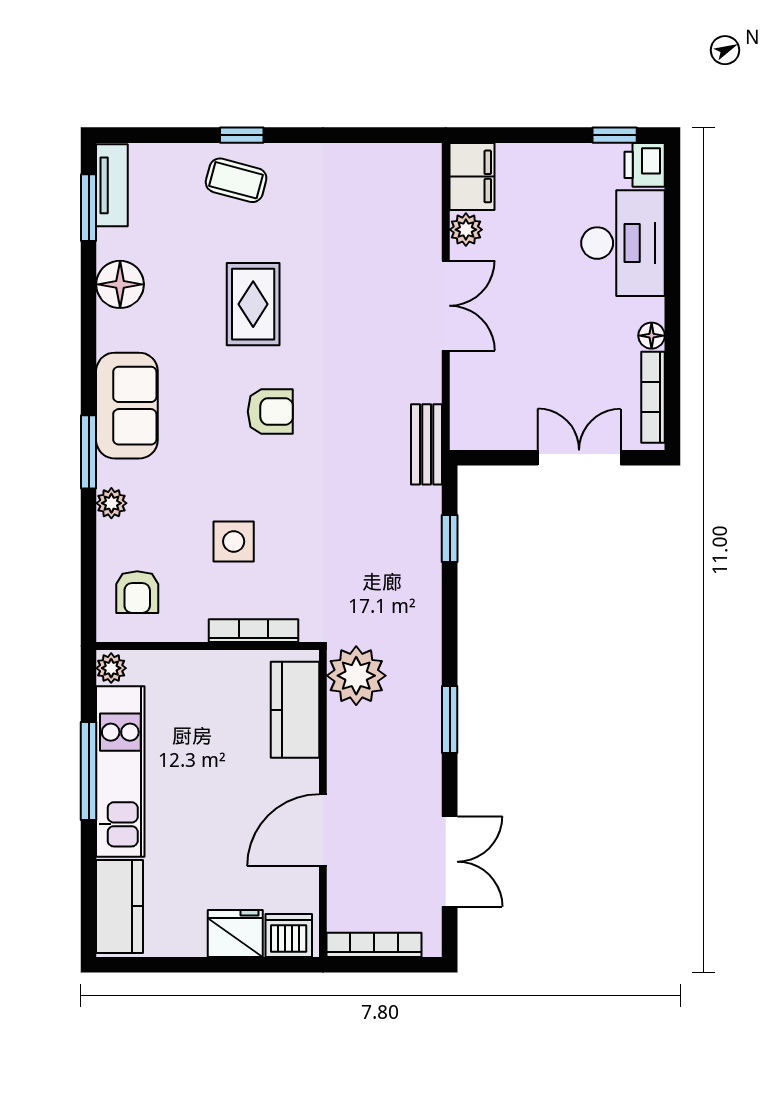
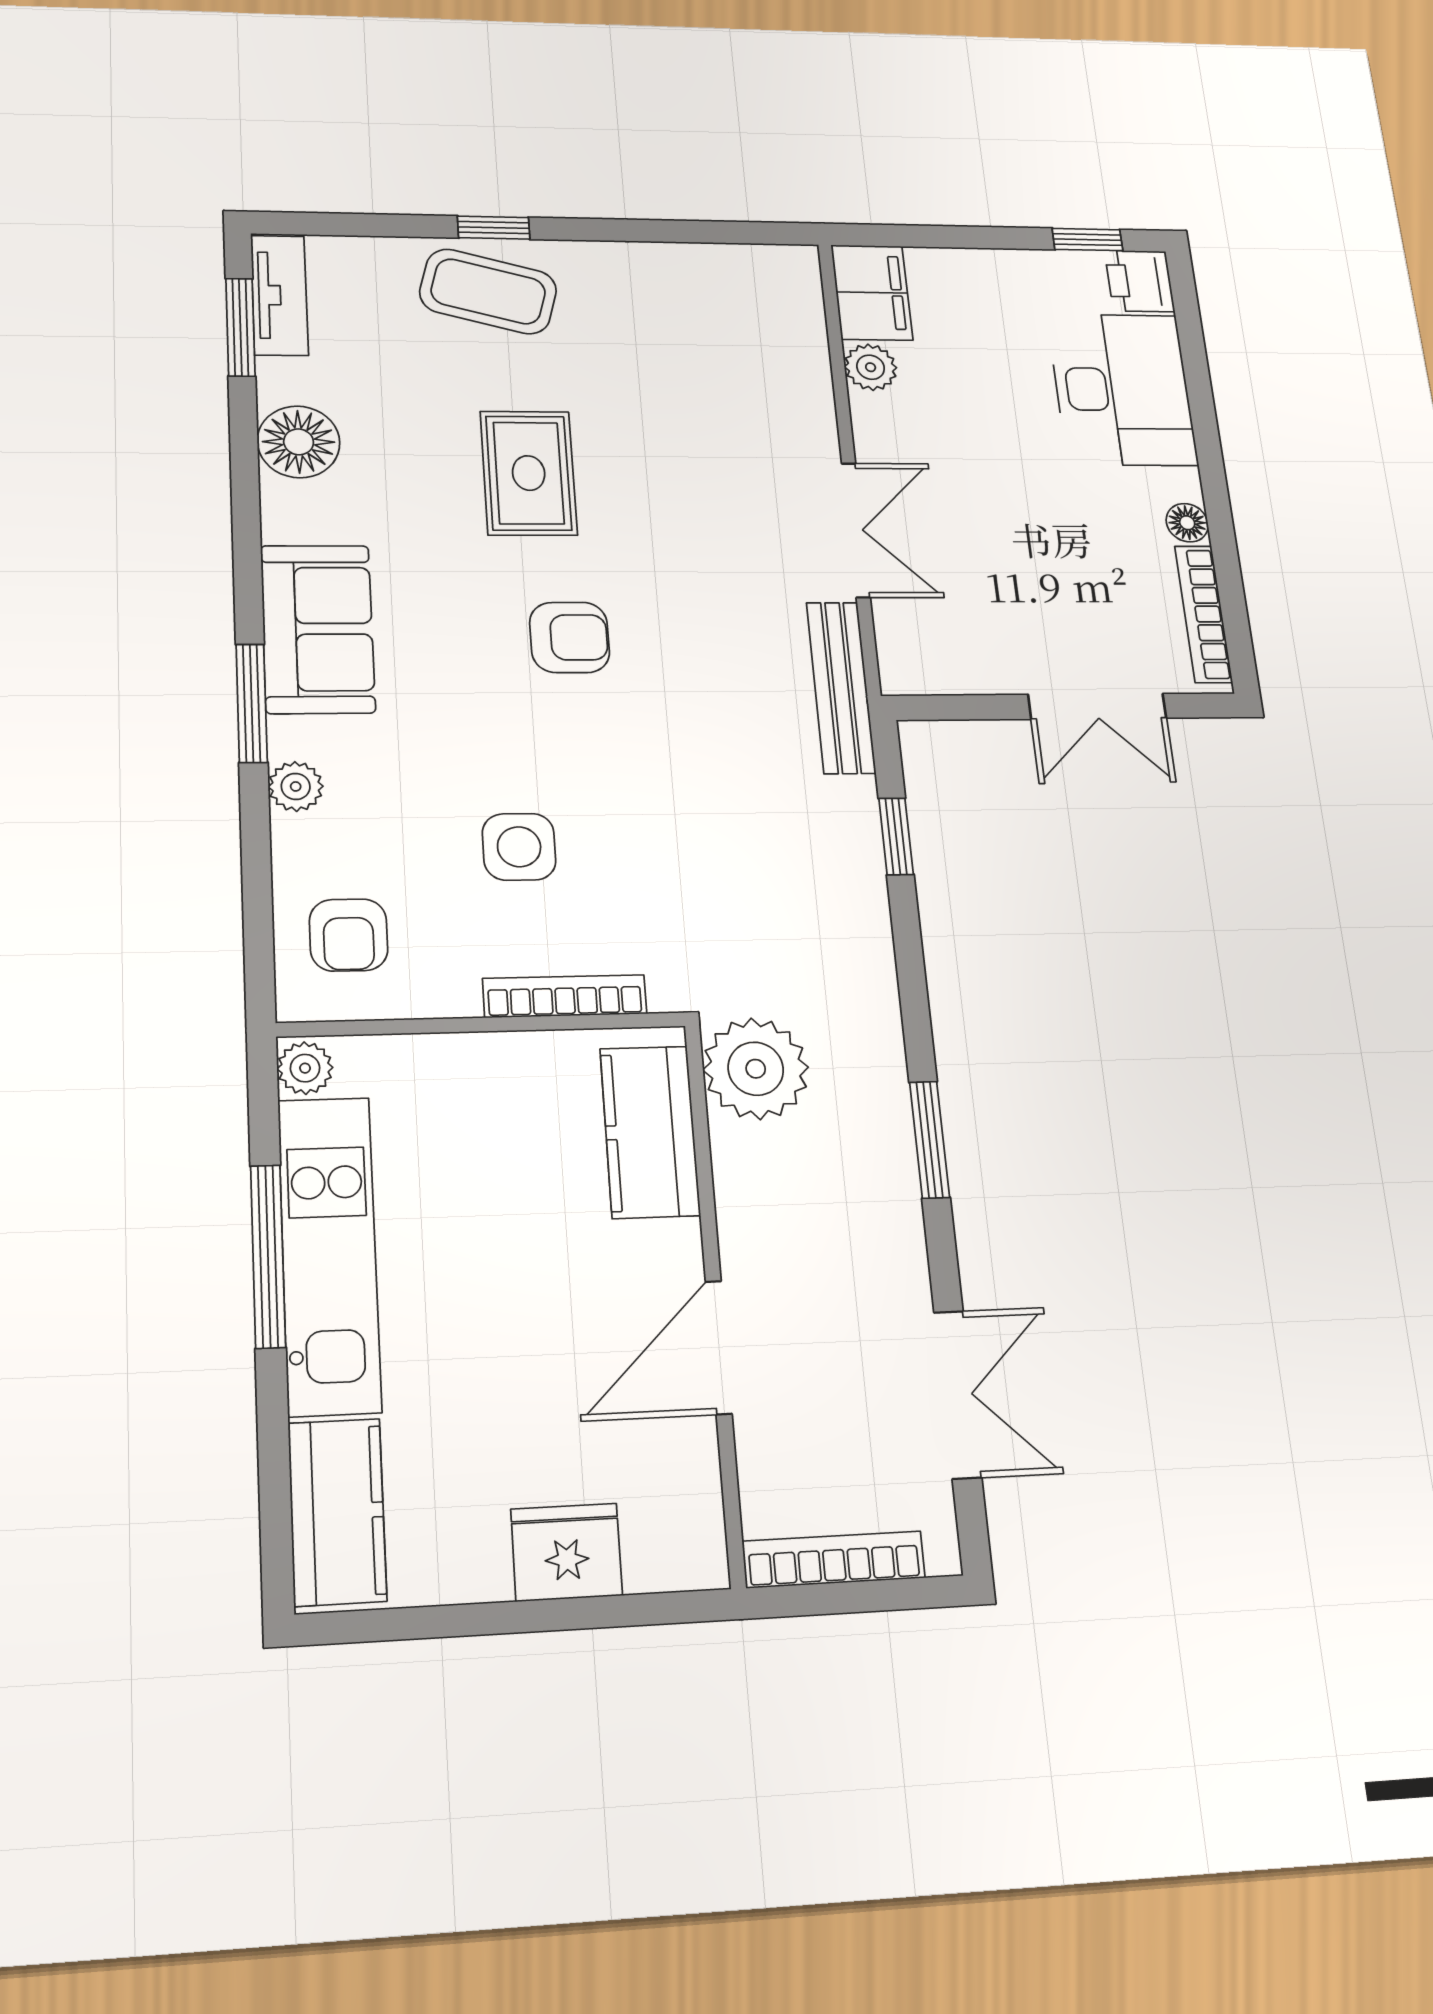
coffee table: (236, 180) -> (488, 291), width x1.36, depth x1.30
double door: (446, 306) -> (856, 530), moved
bench: (427, 444) -> (841, 687), width x1.36
double door: (579, 458) -> (1097, 706), swing flipped
dishwasher: (289, 935) -> (670, 1550), removed

